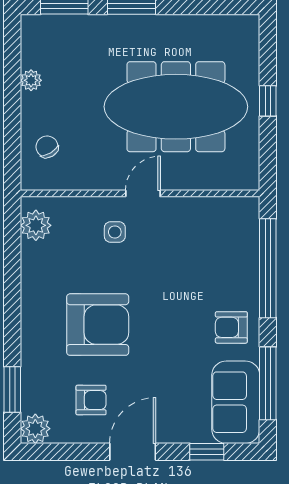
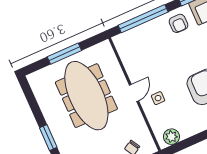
window: (268, 101) -> (64, 54), width x2.17
door: (143, 193) -> (134, 93), swing flipped

